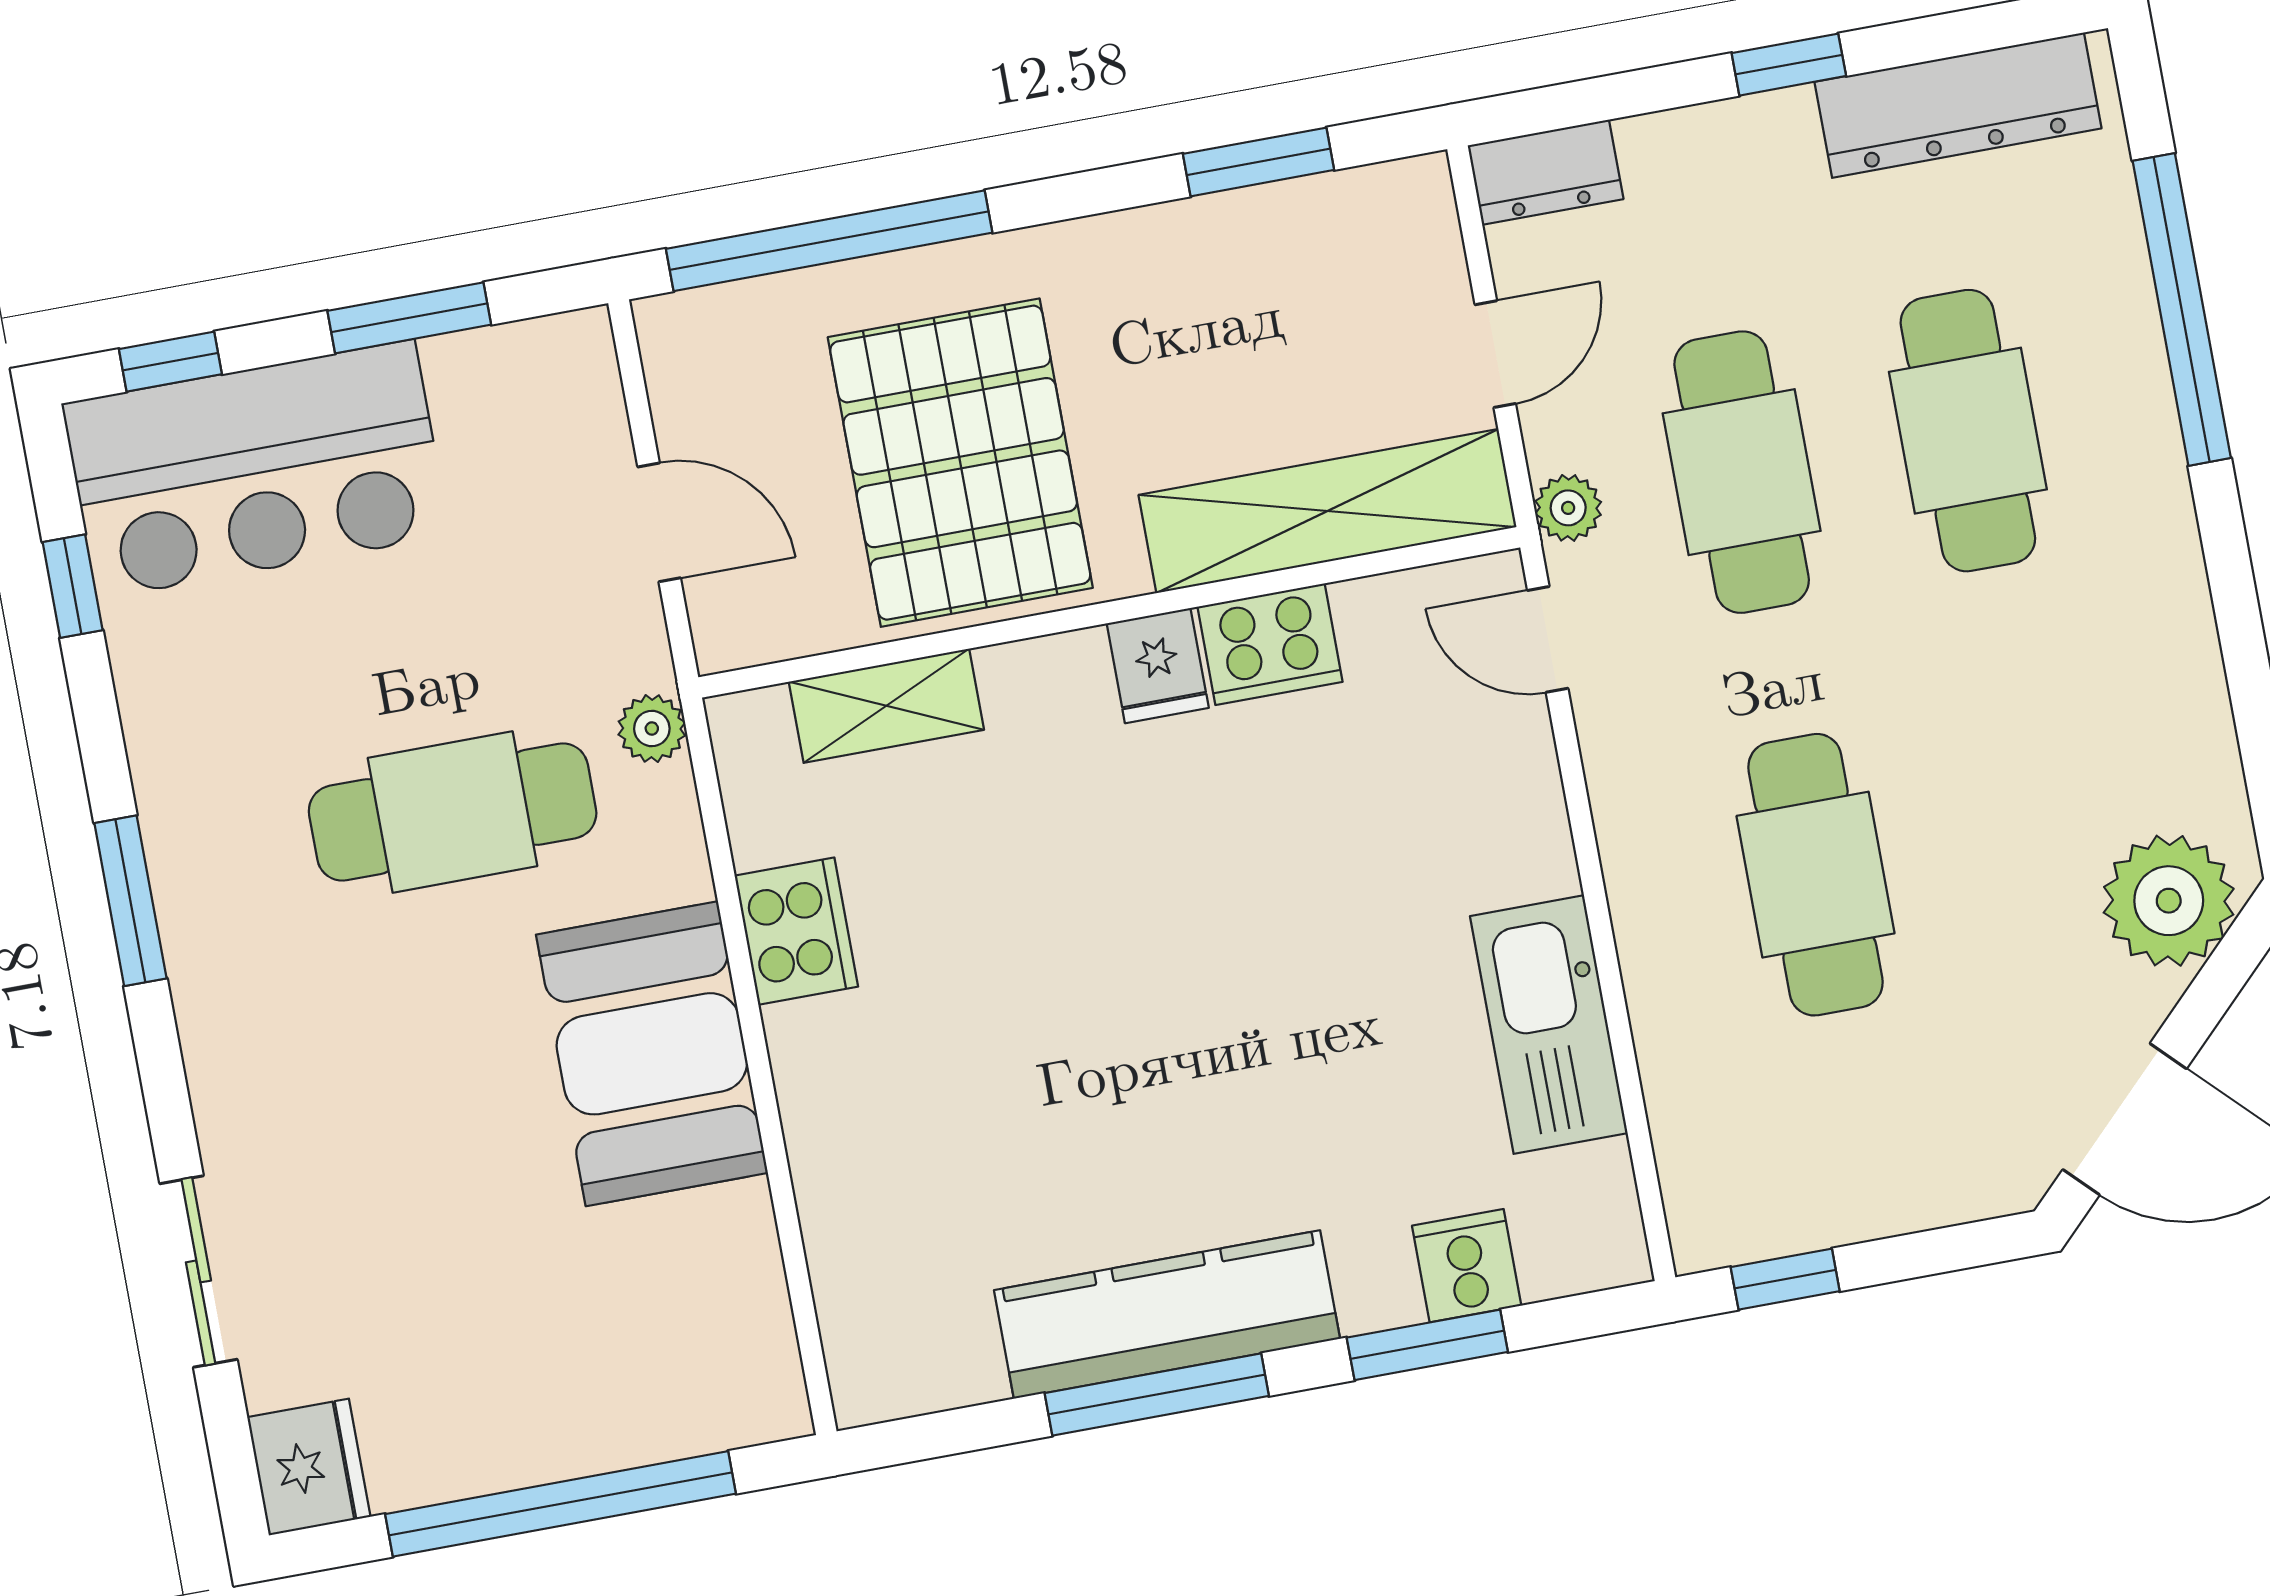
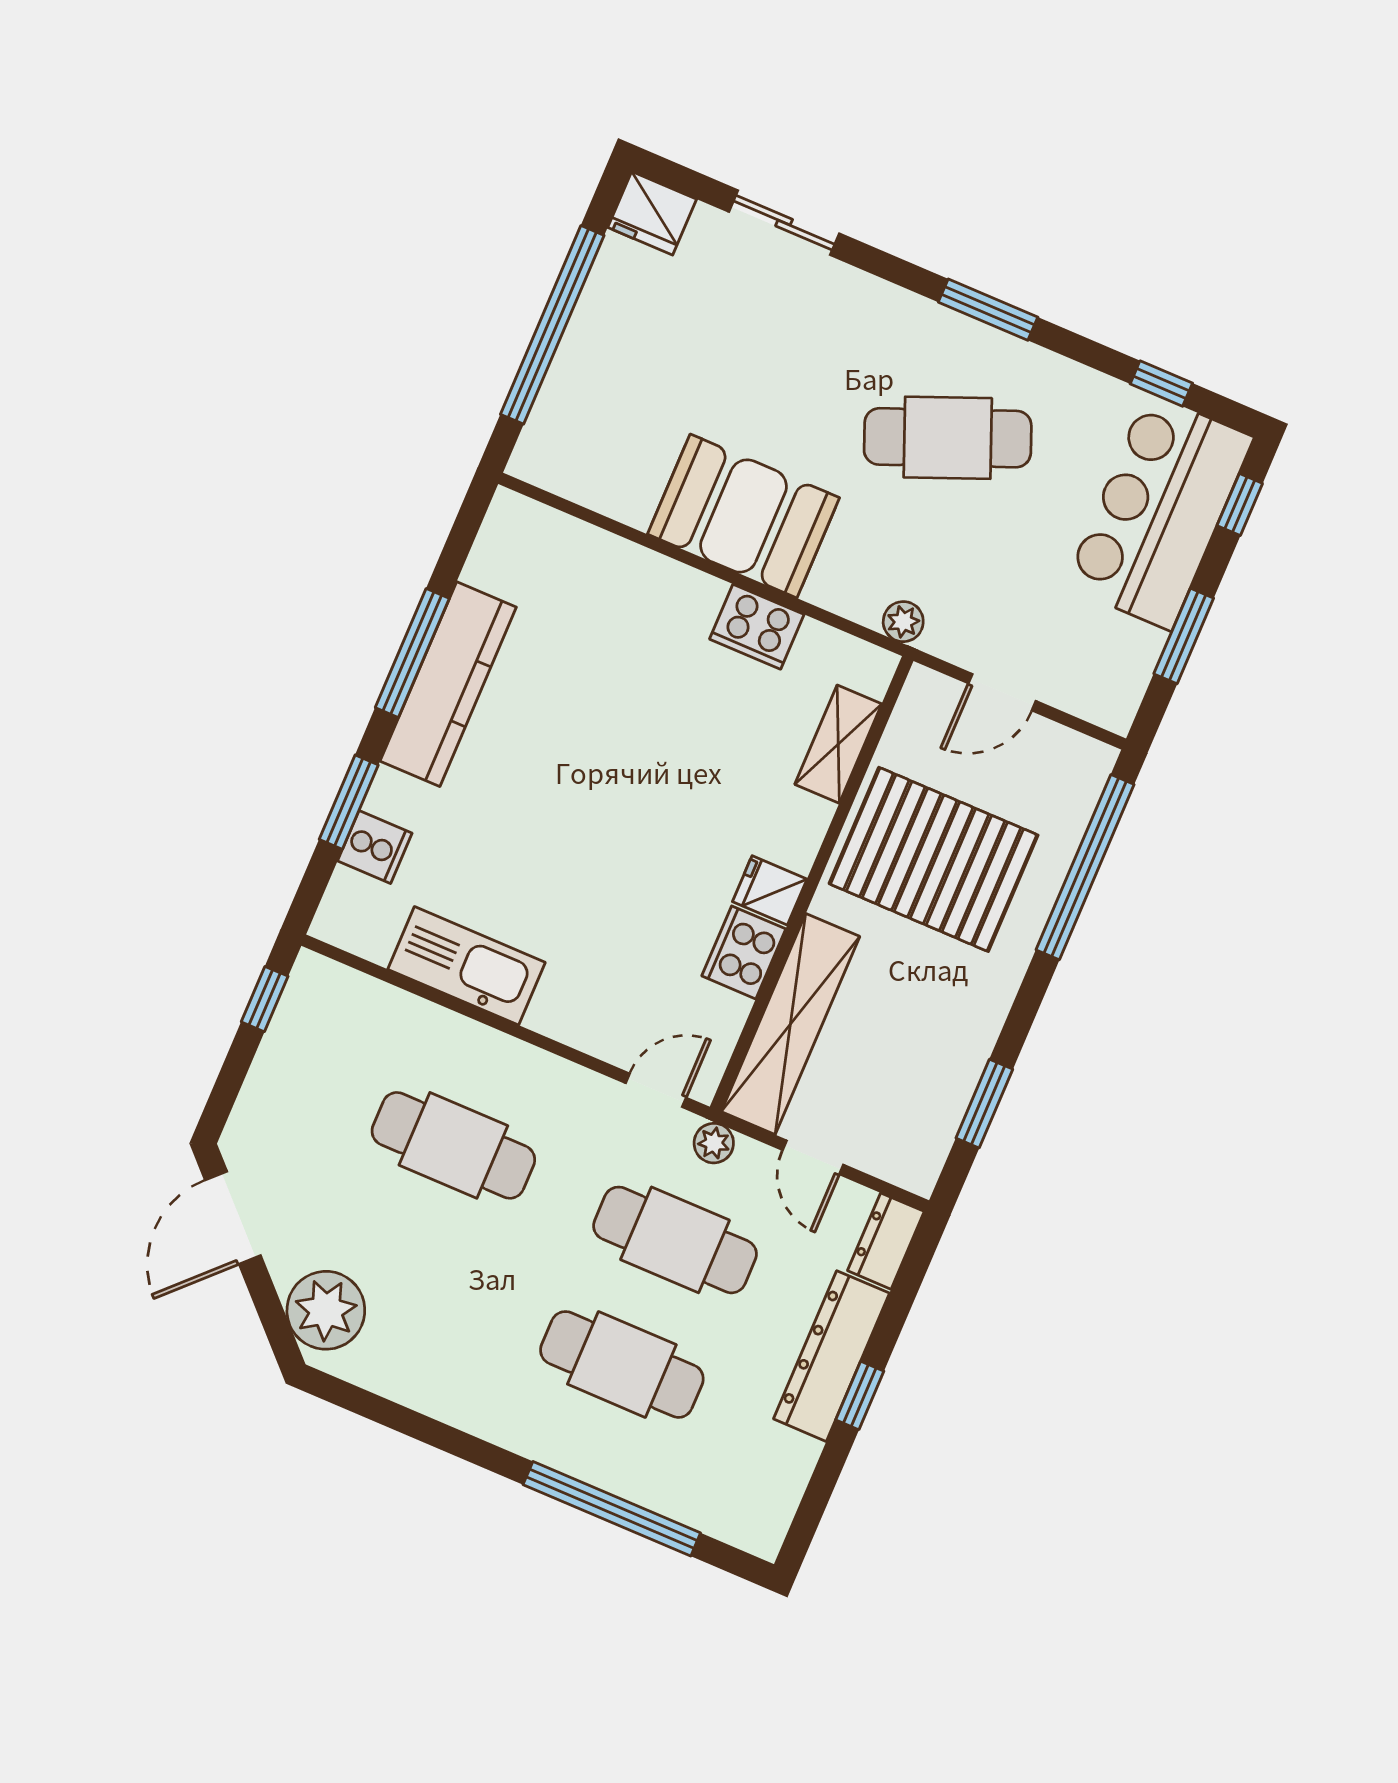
dresser: (1958, 105) -> (832, 1356), moved
cafe table: (453, 812) -> (948, 438), moved, turned 68

